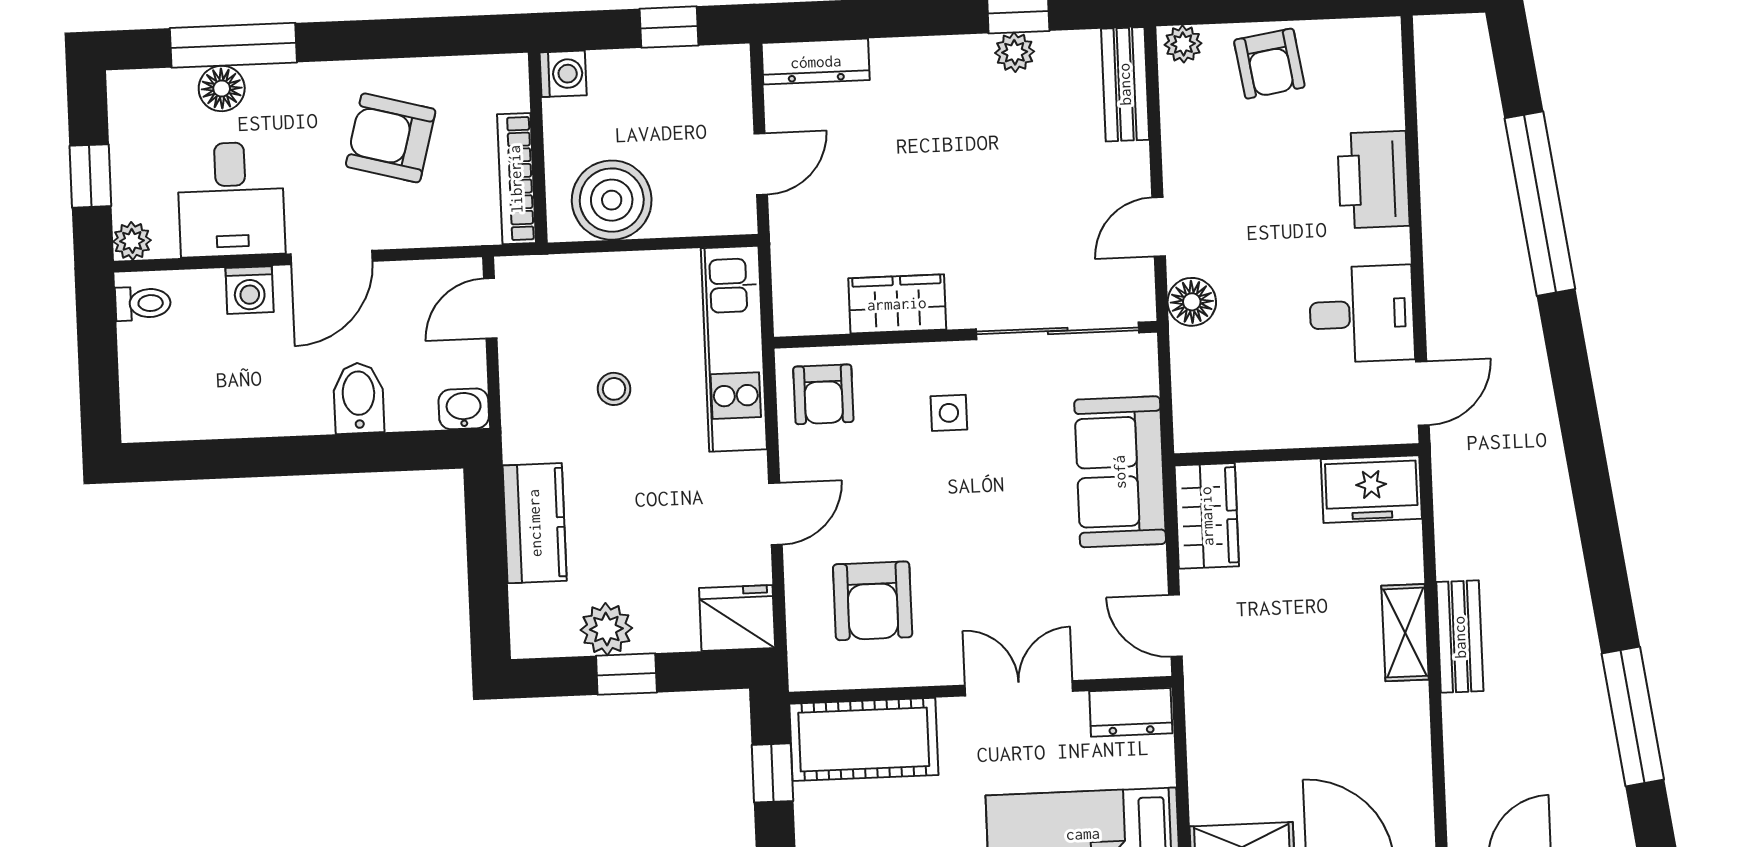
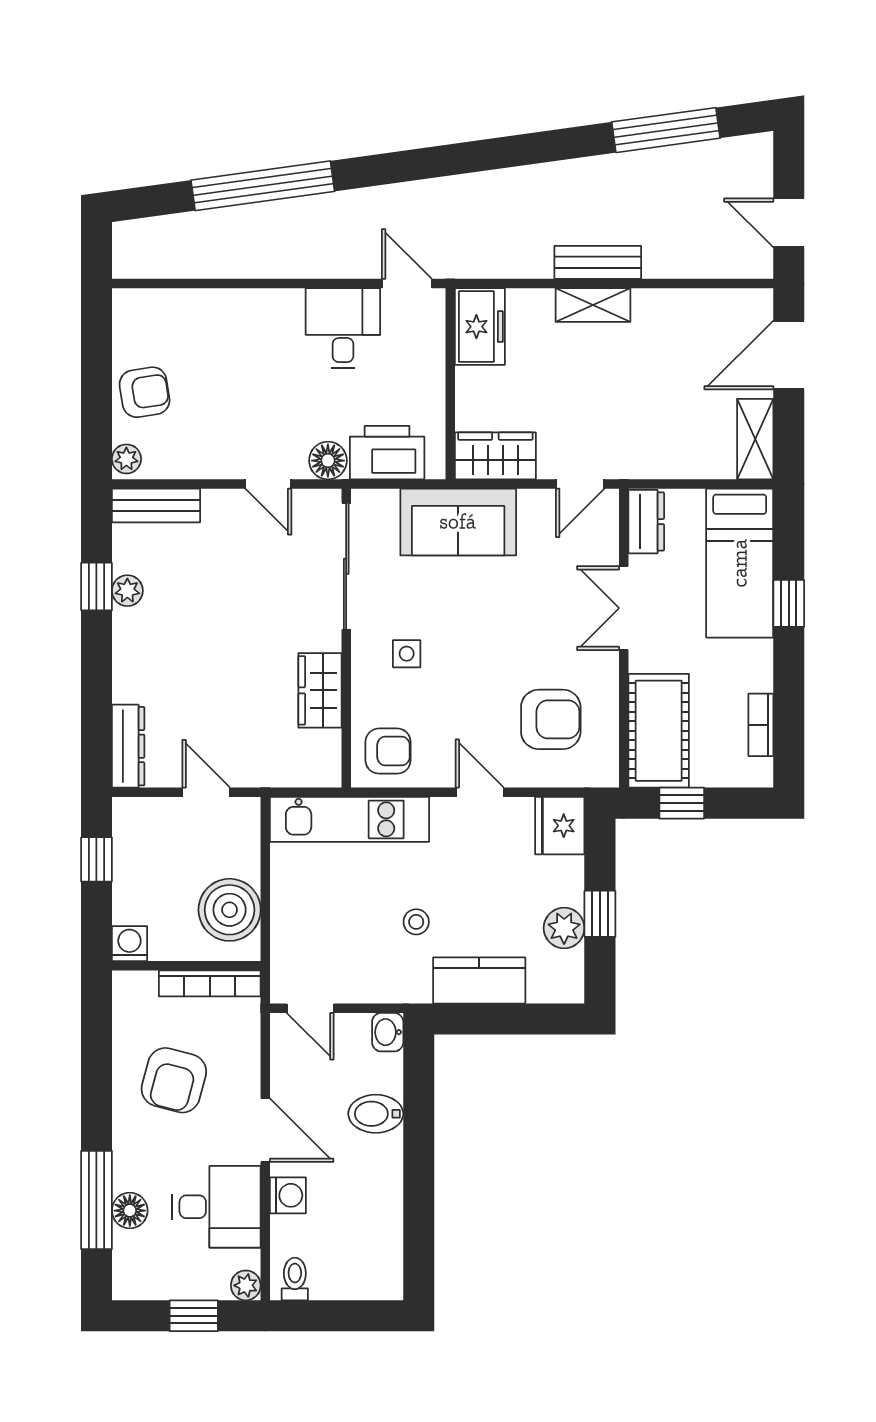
printer: (1373, 180) -> (387, 453), moved, turned 180
stool: (614, 389) -> (416, 922), moved

